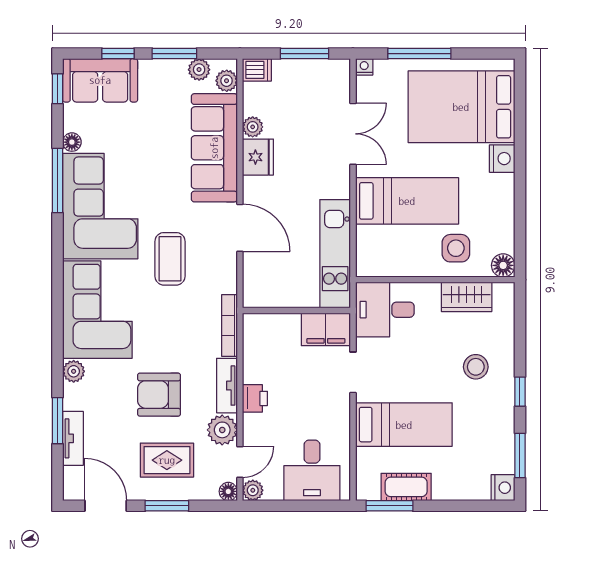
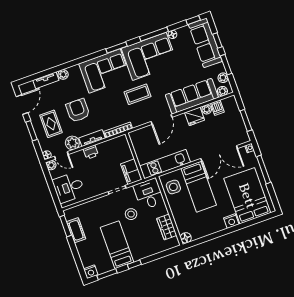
dishwasher: (257, 70) -> (217, 108), moved
sofa: (100, 80) -> (205, 43), width x1.36
double door: (353, 134) -> (219, 153), width x1.37
side table: (456, 248) -> (173, 187), moved
stool: (476, 367) -> (131, 214), moved
plant: (74, 371) -> (63, 74), moved
window: (58, 421) -> (117, 48), moved
bed: (404, 425) -> (117, 245), moved, turned 180

